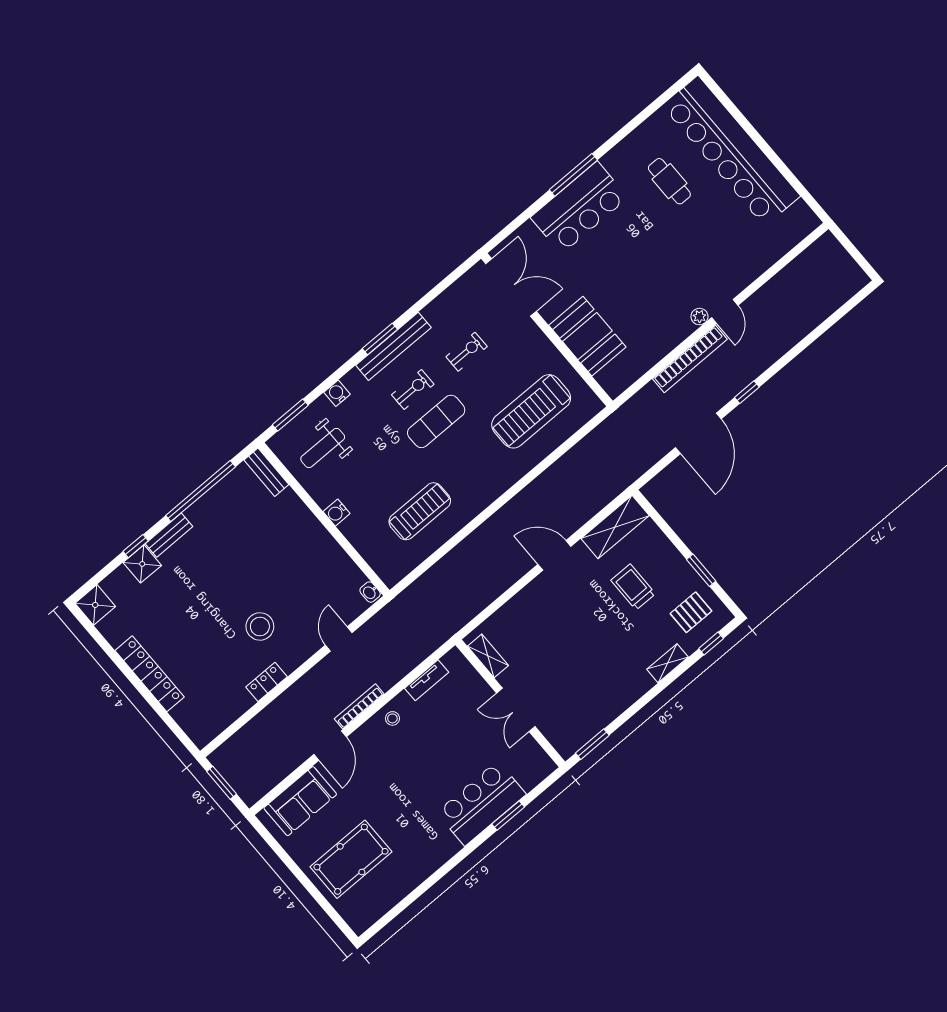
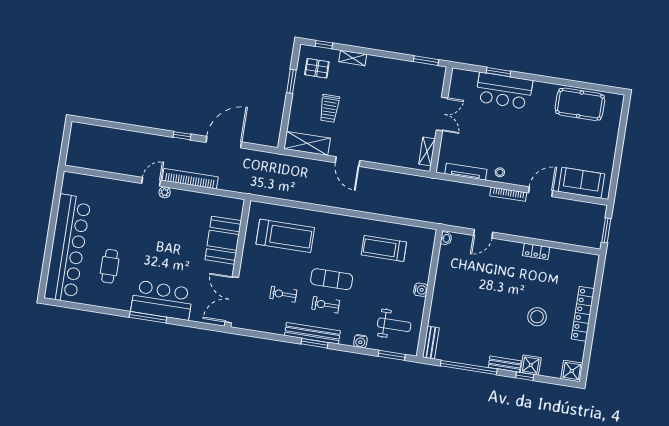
stool: (260, 626) -> (537, 317), moved
tv unit: (427, 680) -> (466, 172), width x1.41
pool table: (351, 859) -> (580, 104), moved

